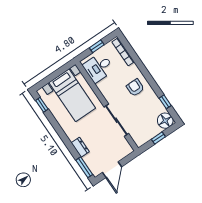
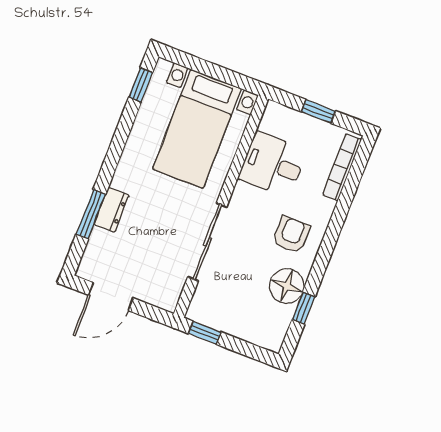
desk: (98, 68) -> (273, 164), moved
floor lamp: (165, 121) -> (287, 286), moved
window: (158, 138) -> (205, 333), moved
window: (84, 167) -> (91, 214), moved

